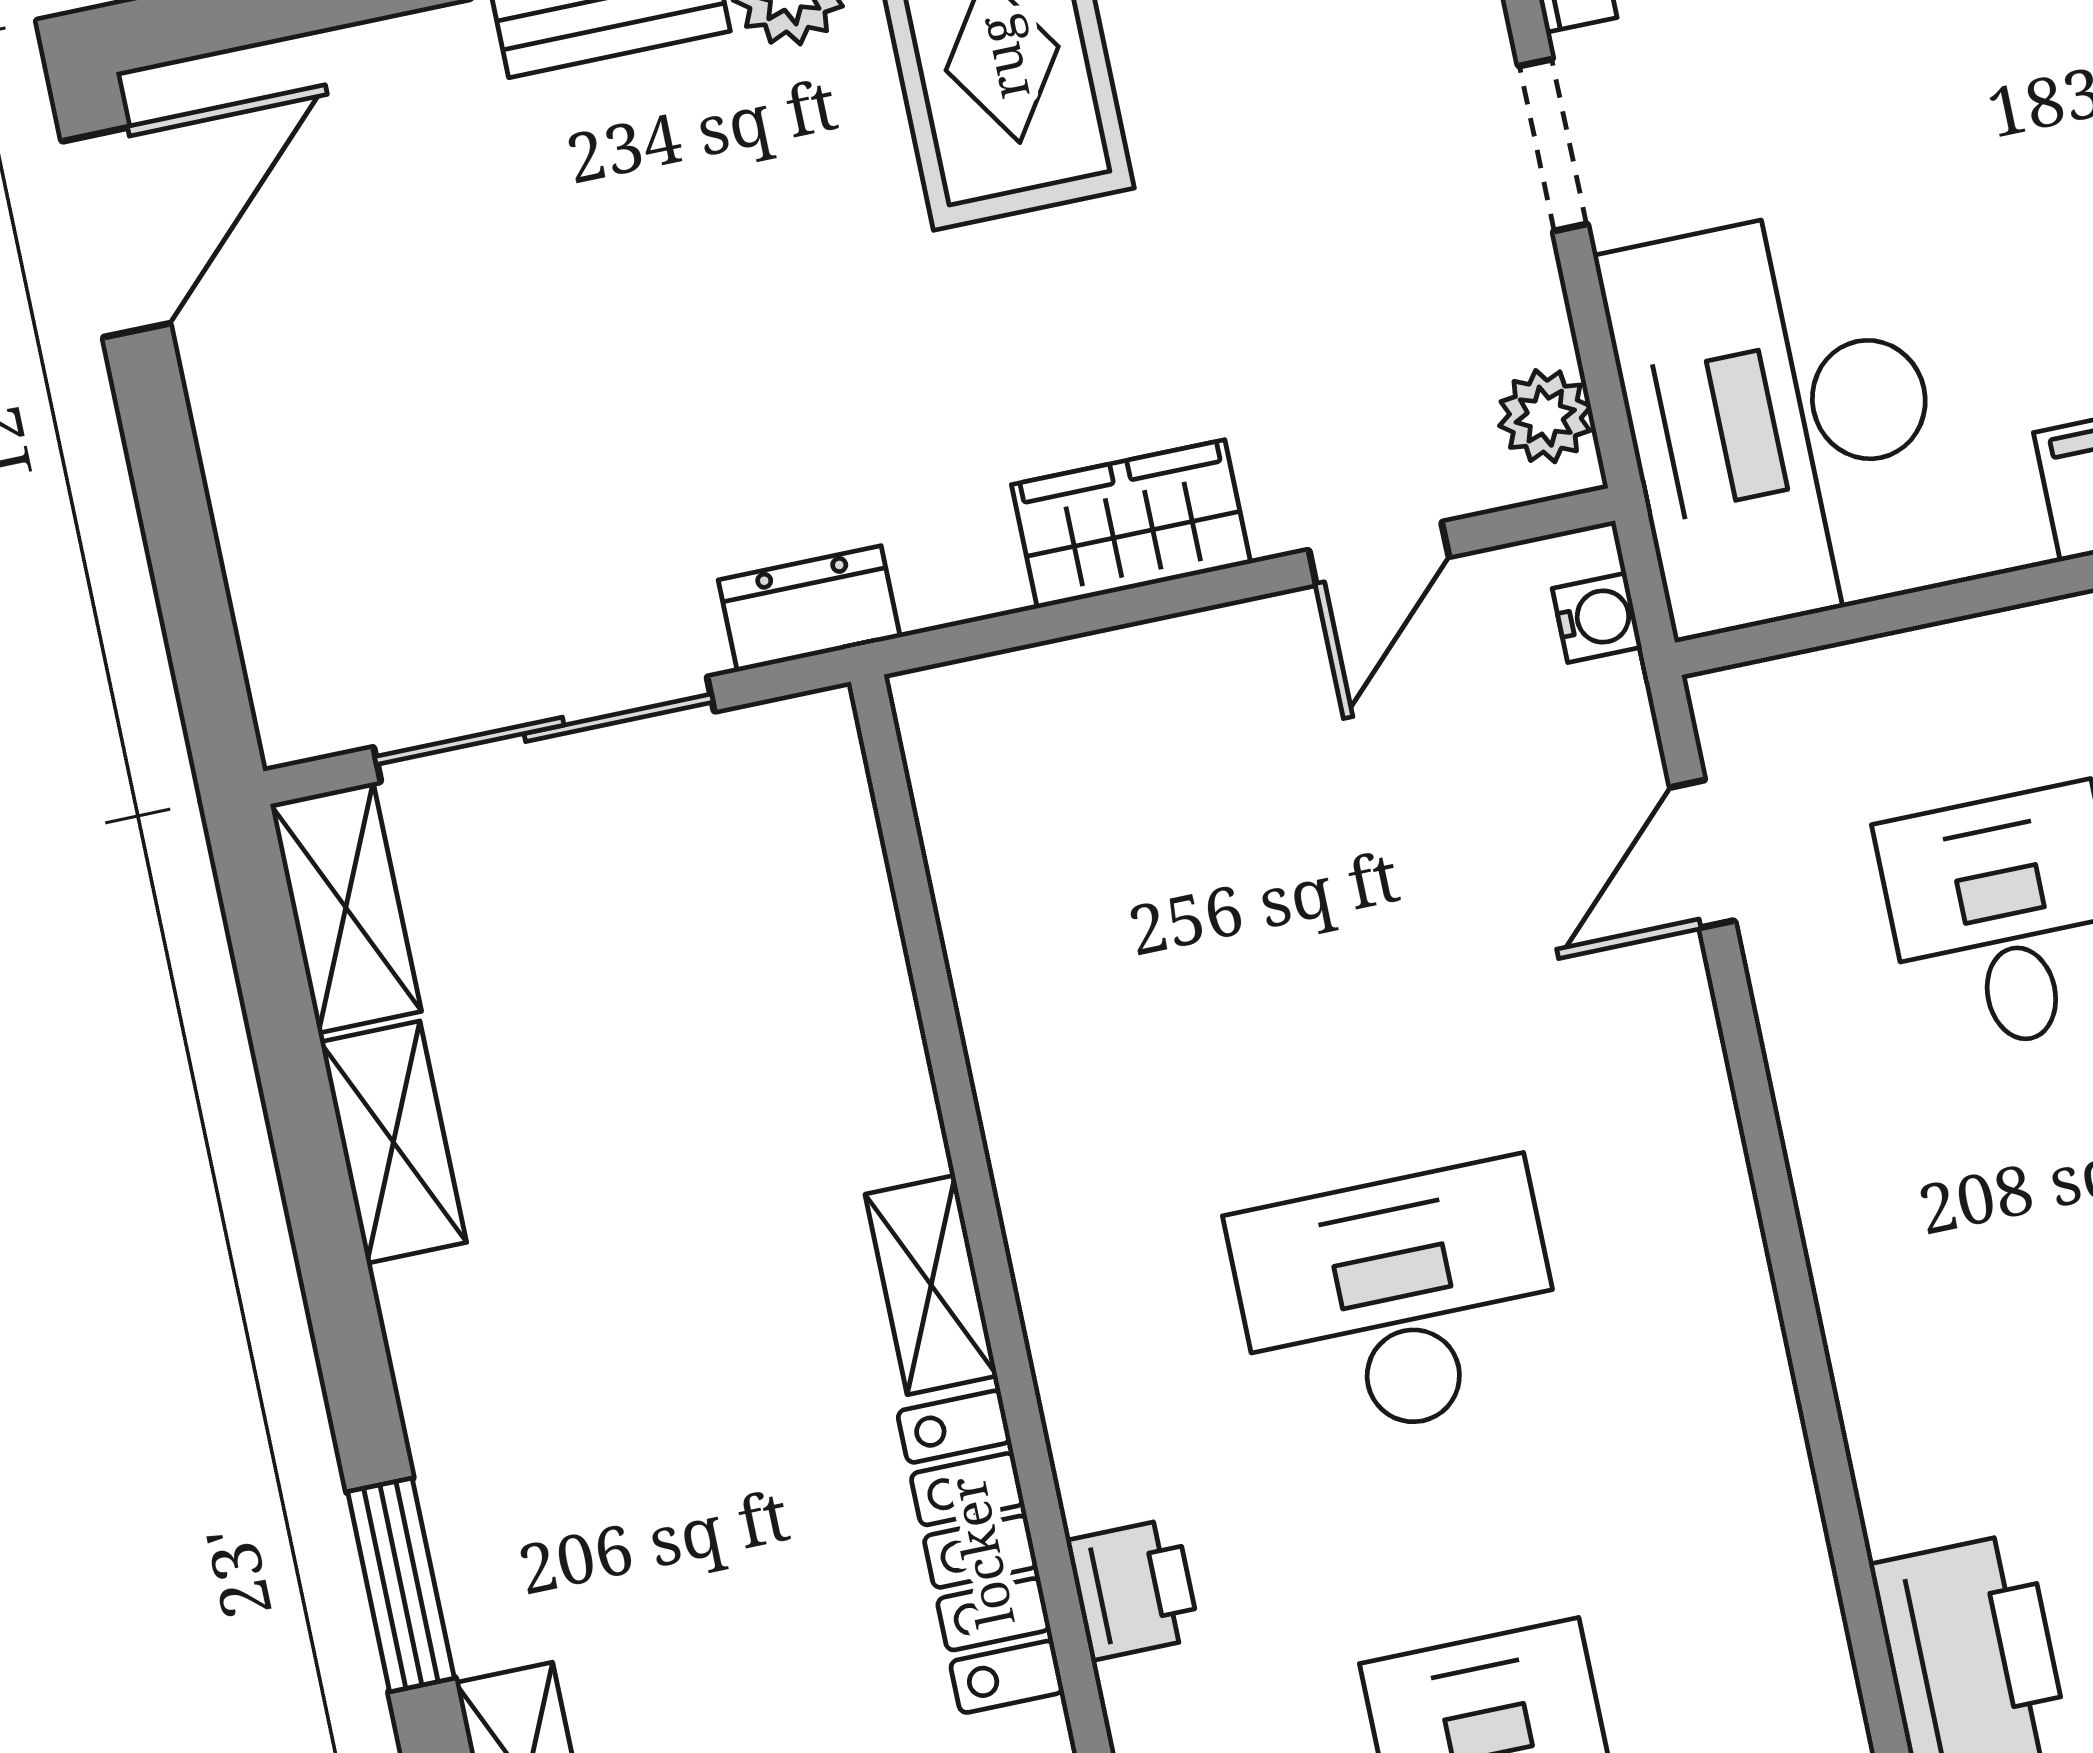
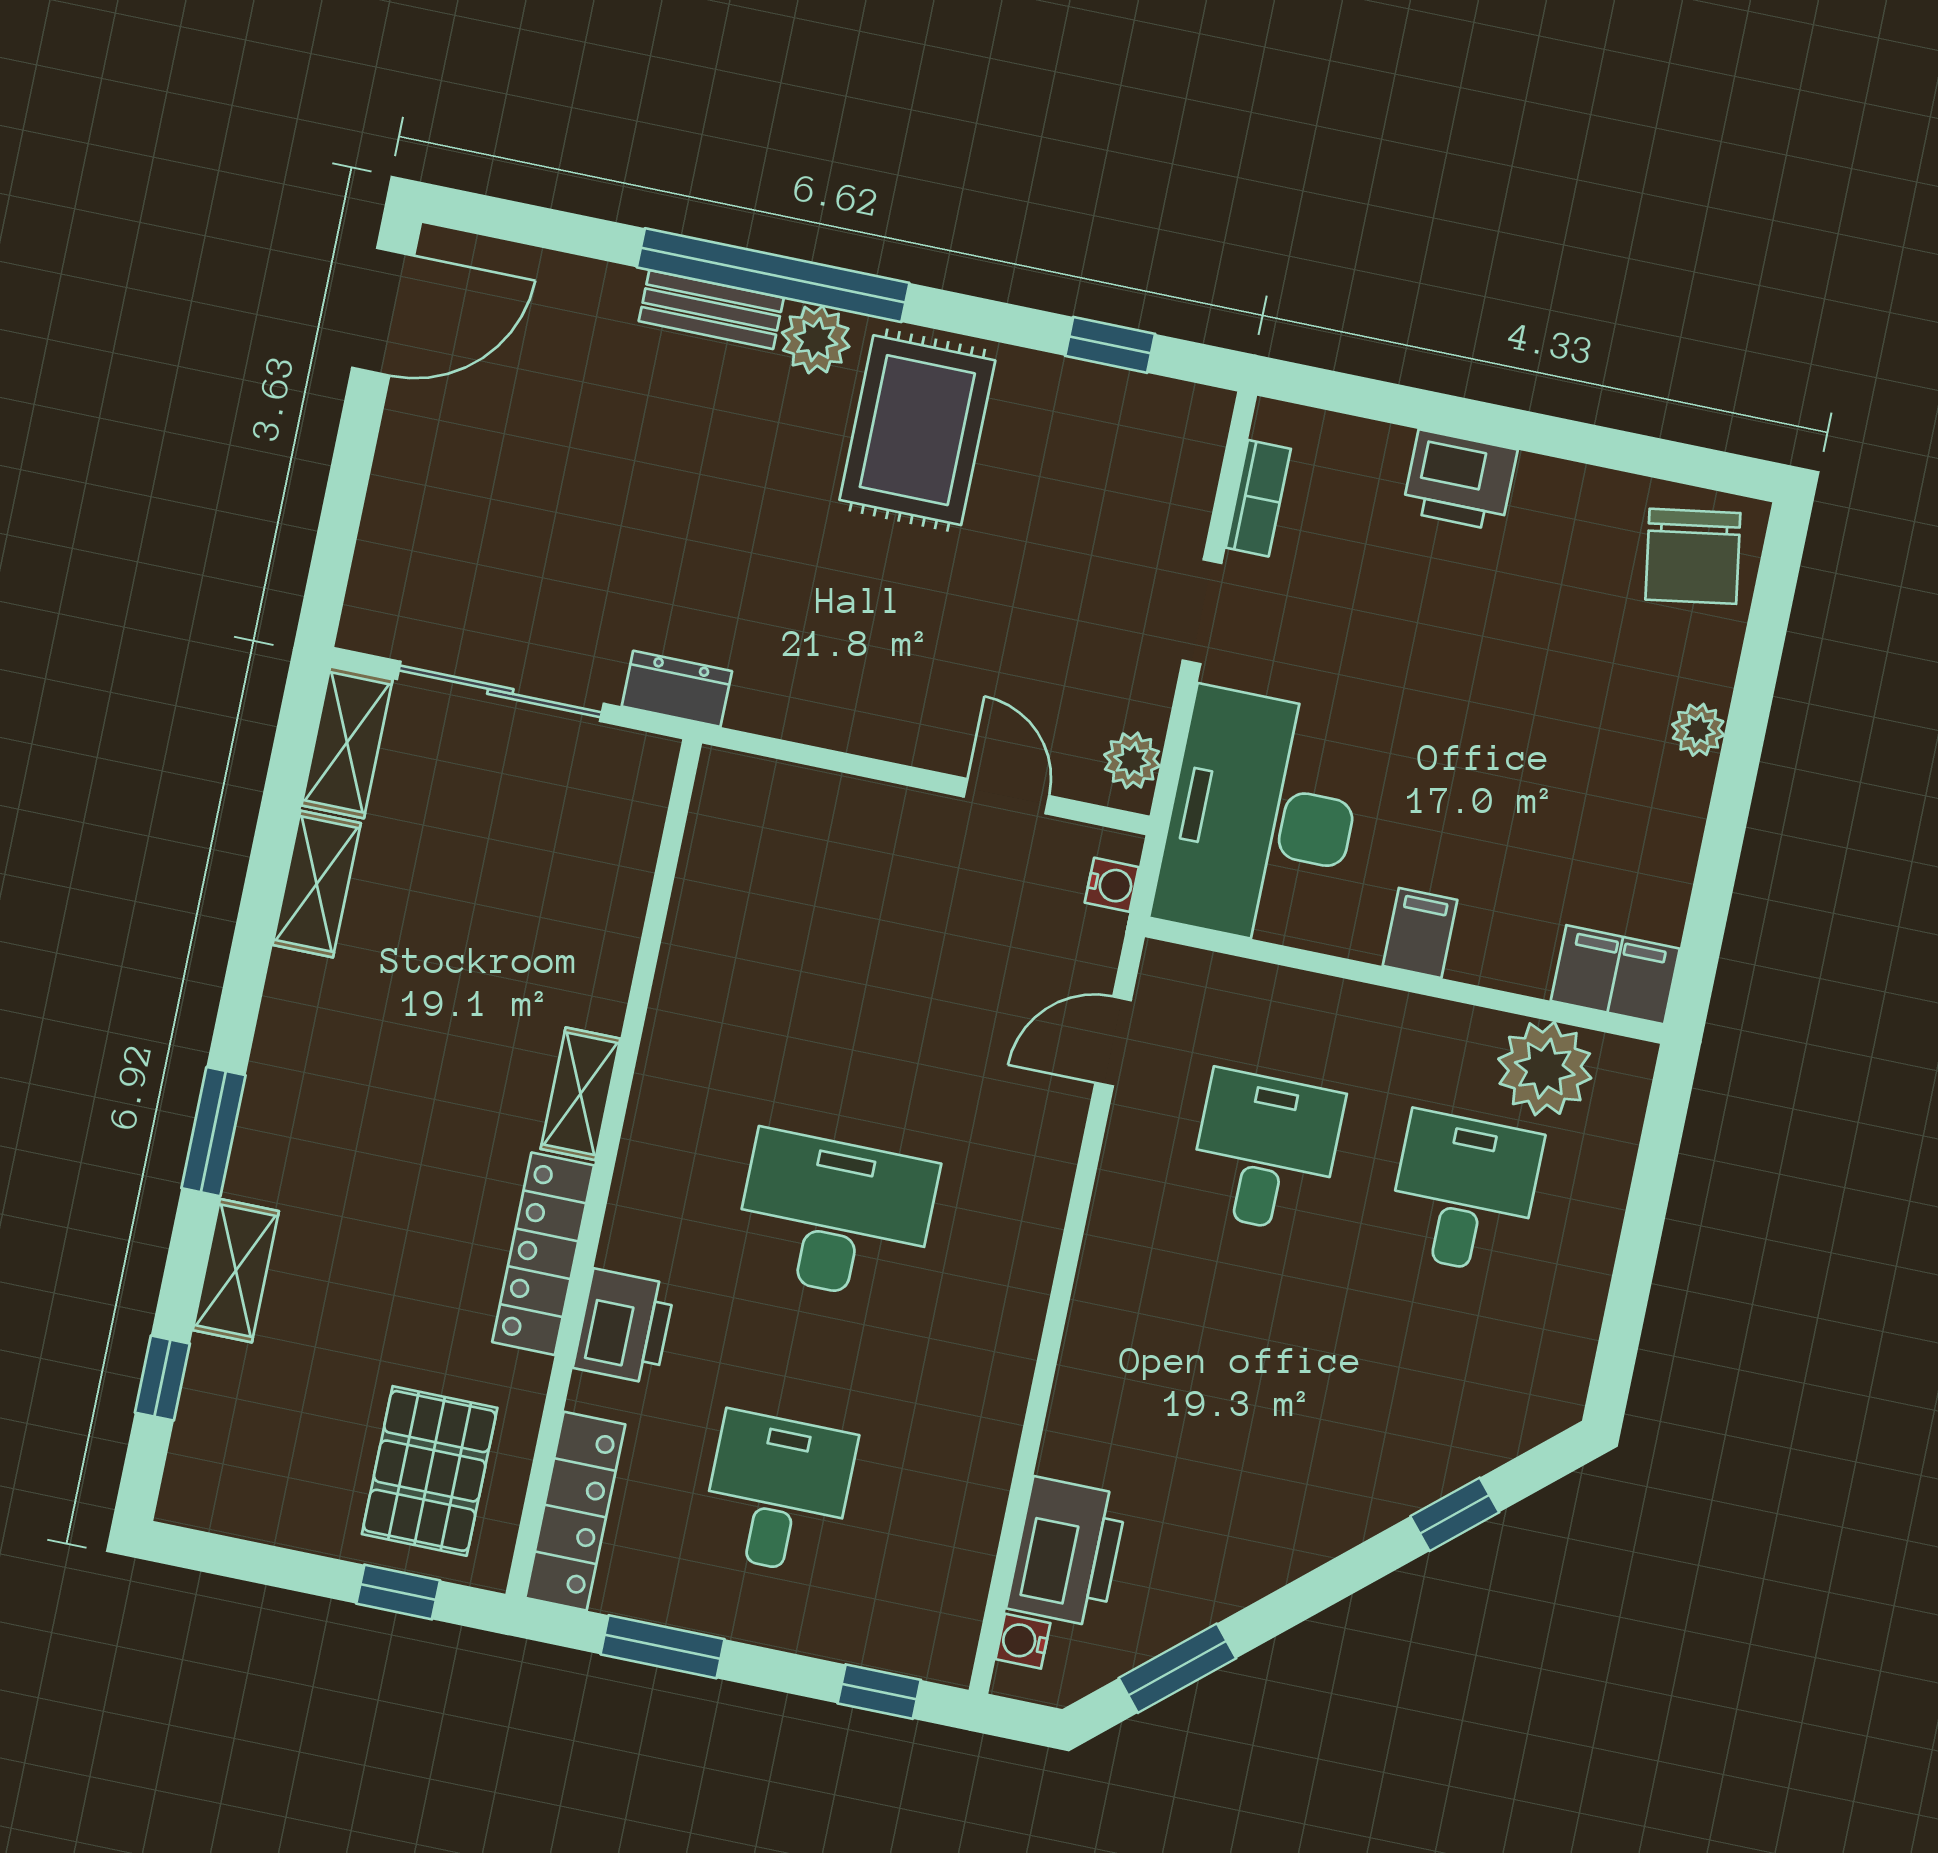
wardrobe: (1131, 524) -> (876, 720), removed
door: (1379, 553) -> (1006, 796), swing flipped
printer: (1133, 1589) -> (624, 1326), width x1.36, depth x1.24

